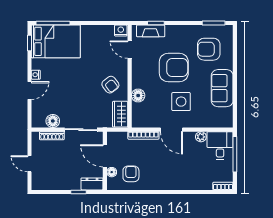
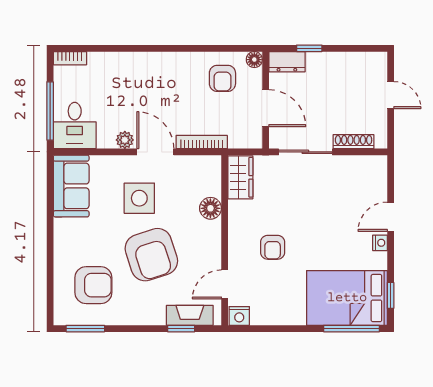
door: (130, 50) -> (225, 284), swing flipped
armchair: (174, 68) -> (151, 255), turned -108
armchair: (110, 85) -> (273, 247), moved, turned -142
sofa: (222, 88) -> (71, 186), moved
floor lamp: (53, 121) -> (352, 166), removed
plant: (201, 137) -> (125, 140), moved
floor lamp: (112, 172) -> (254, 60), moved

